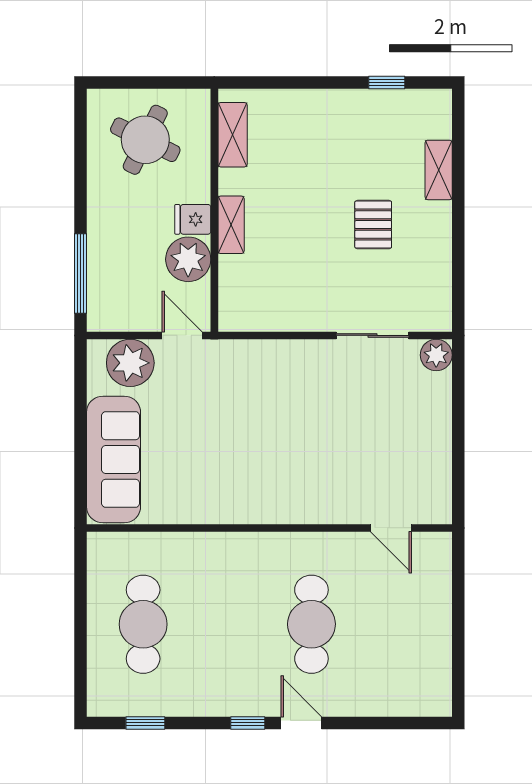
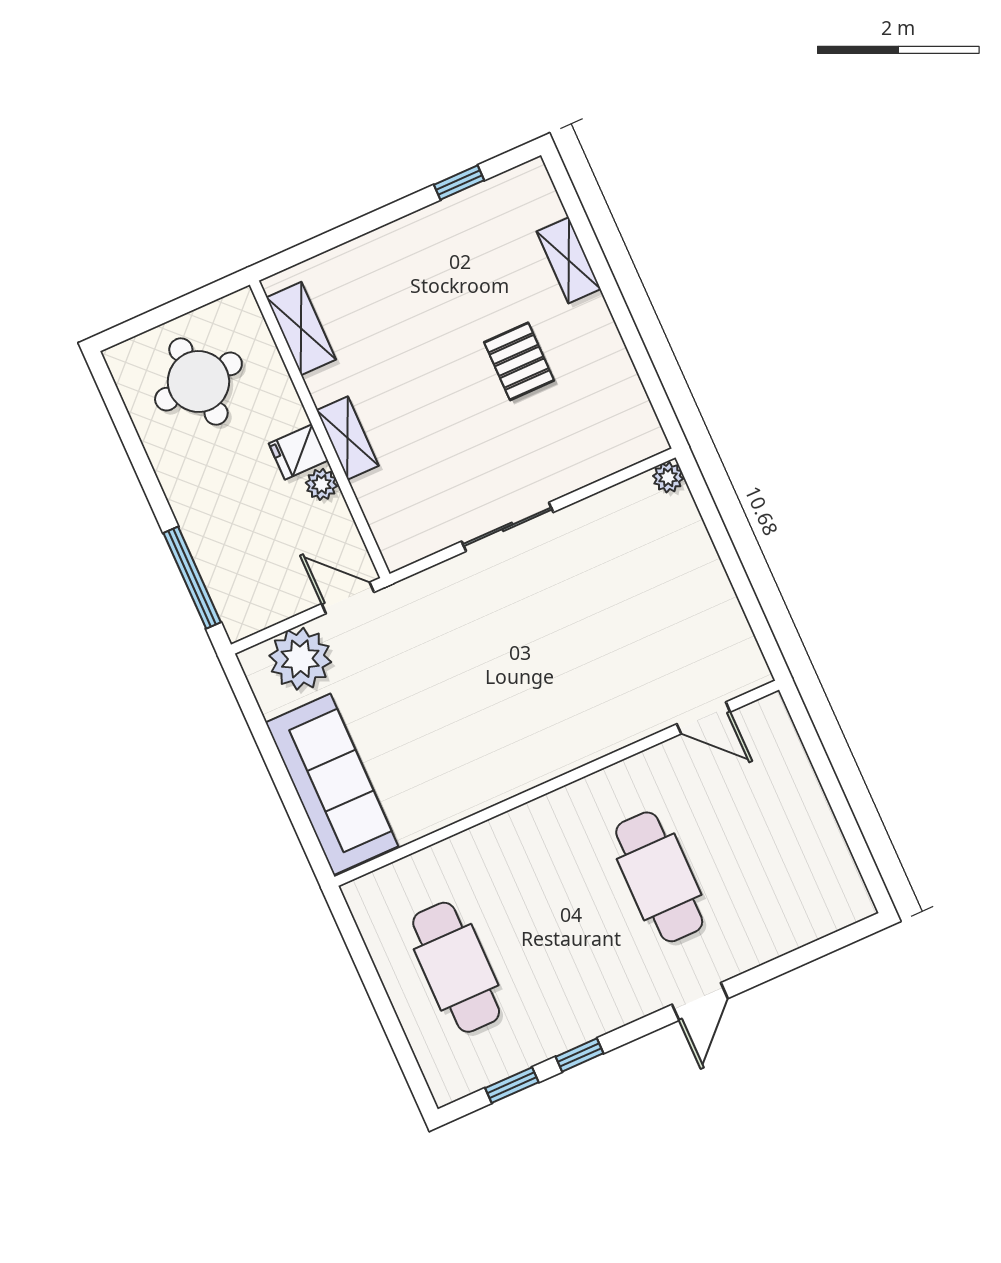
round table: (145, 140) -> (198, 381), turned -31
plant: (188, 259) -> (321, 484), width x0.53, depth x0.53
sliding door: (372, 335) -> (508, 527), moved
plant: (436, 355) -> (668, 477), width x0.73, depth x0.73
window: (248, 723) -> (580, 1055), moved
door: (301, 723) -> (700, 1001), swing flipped

